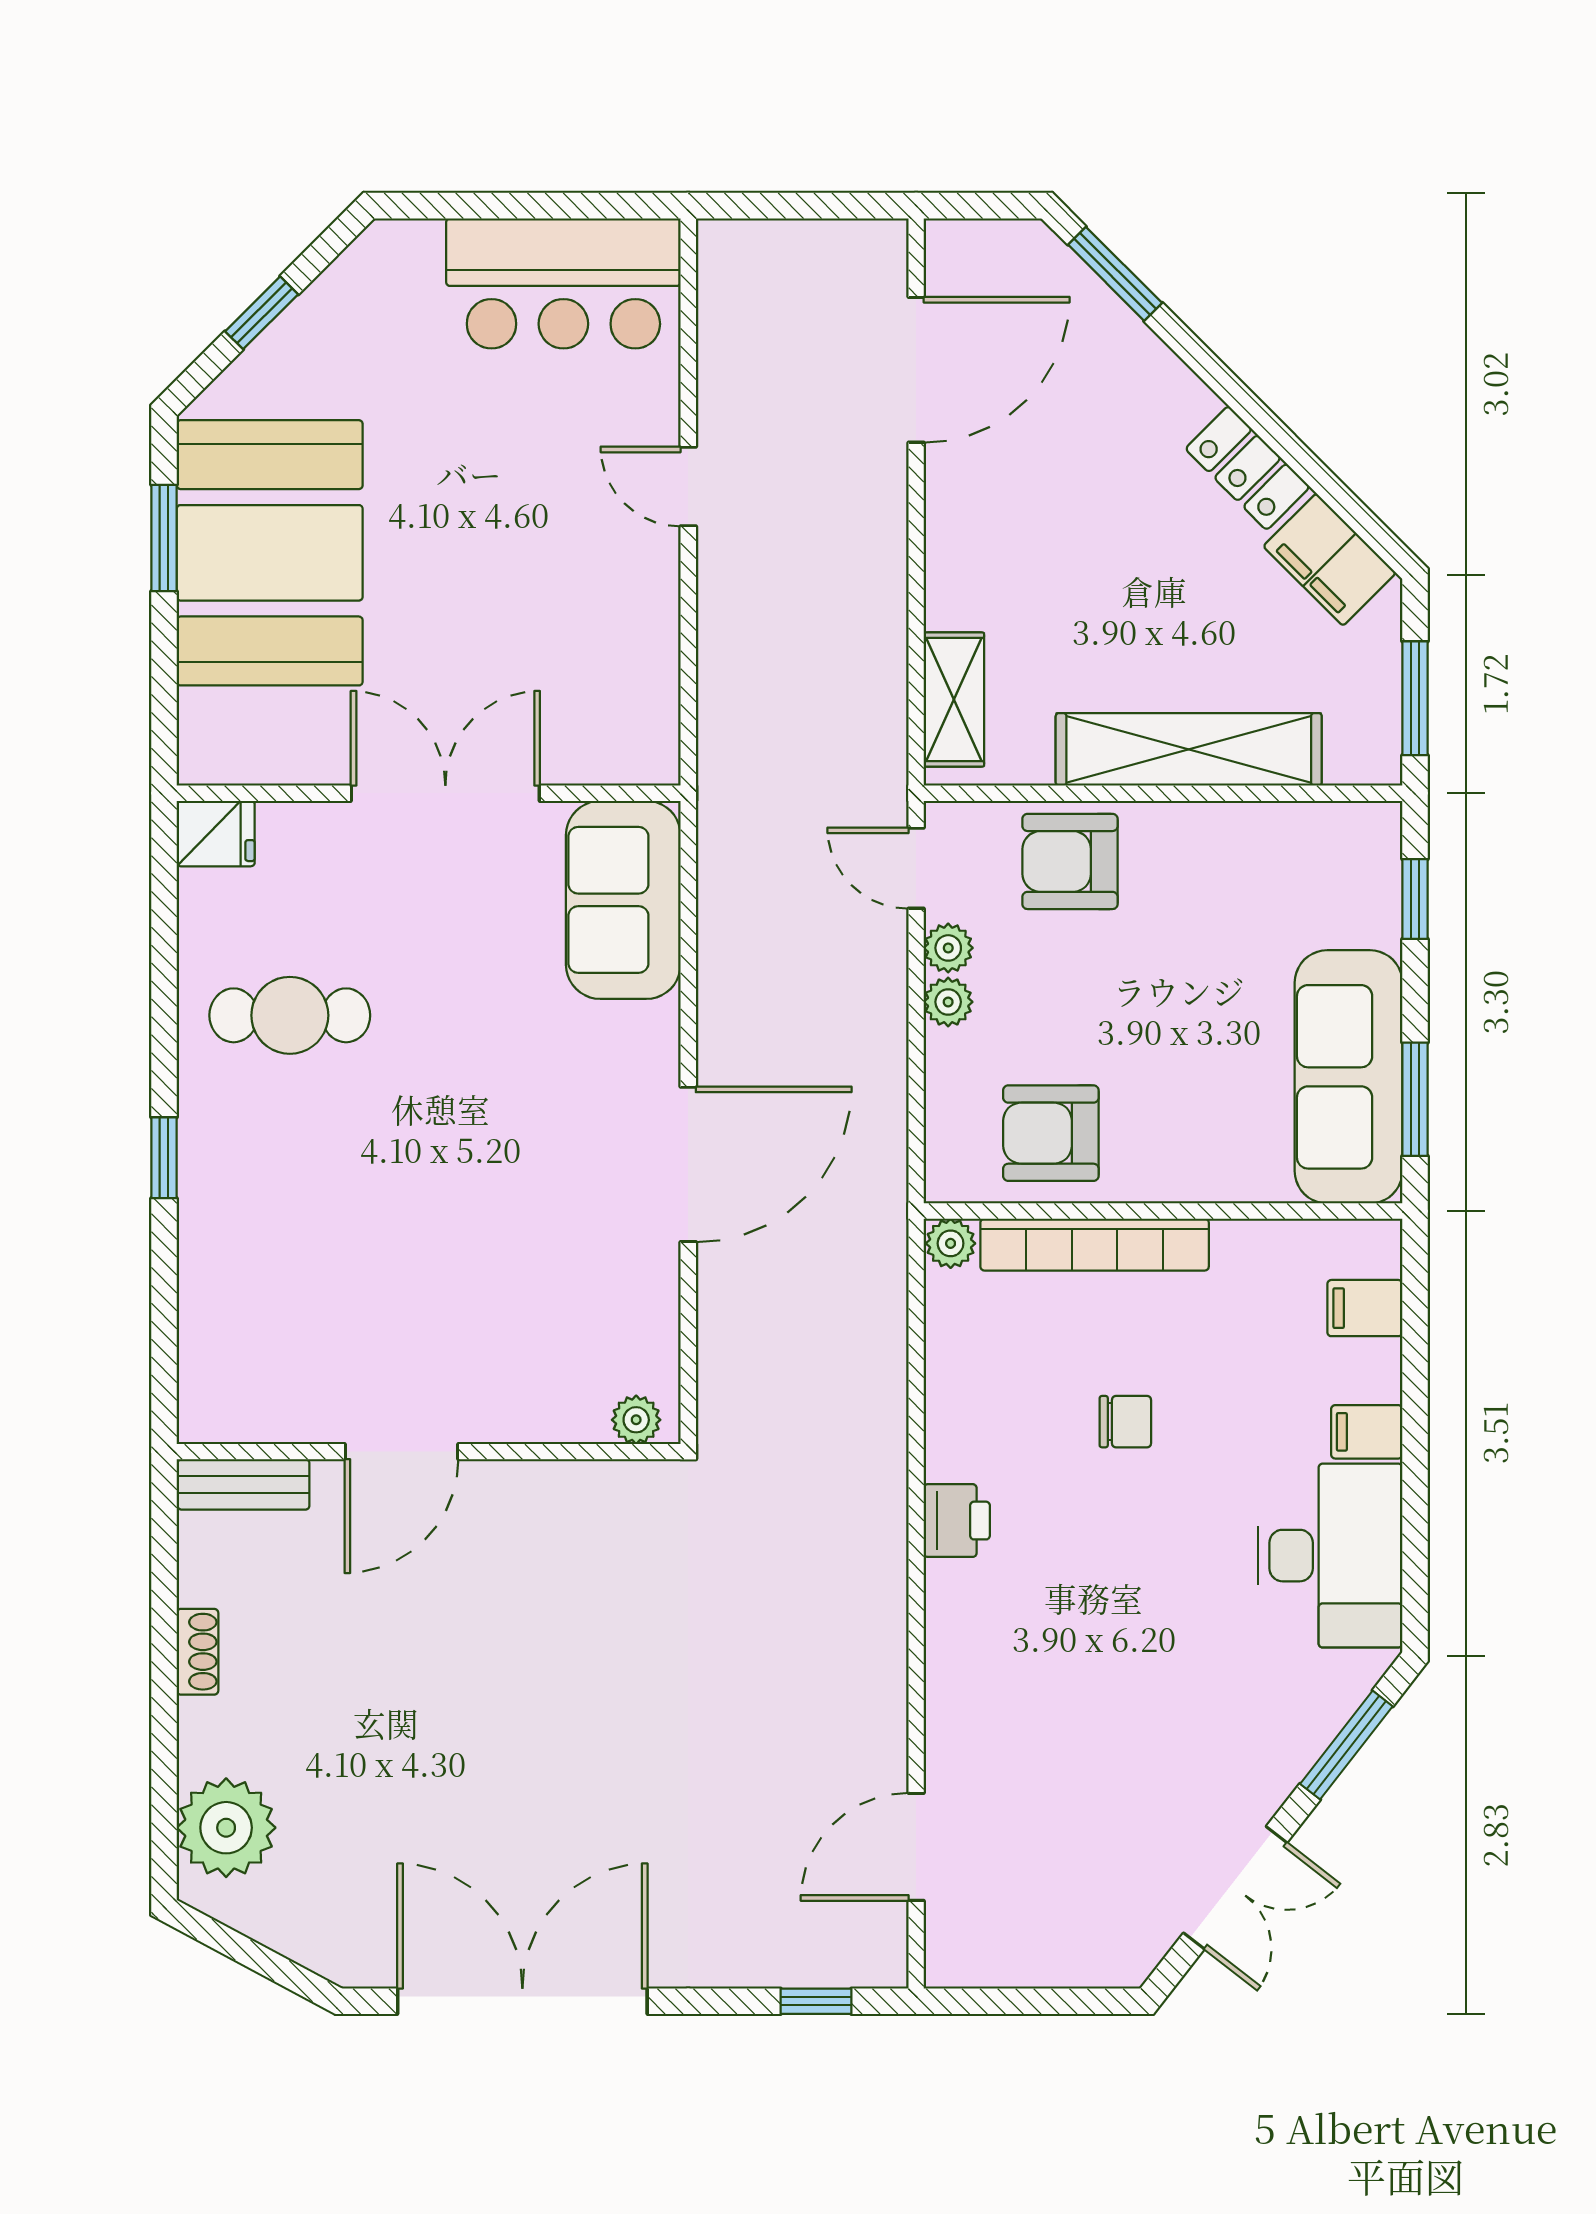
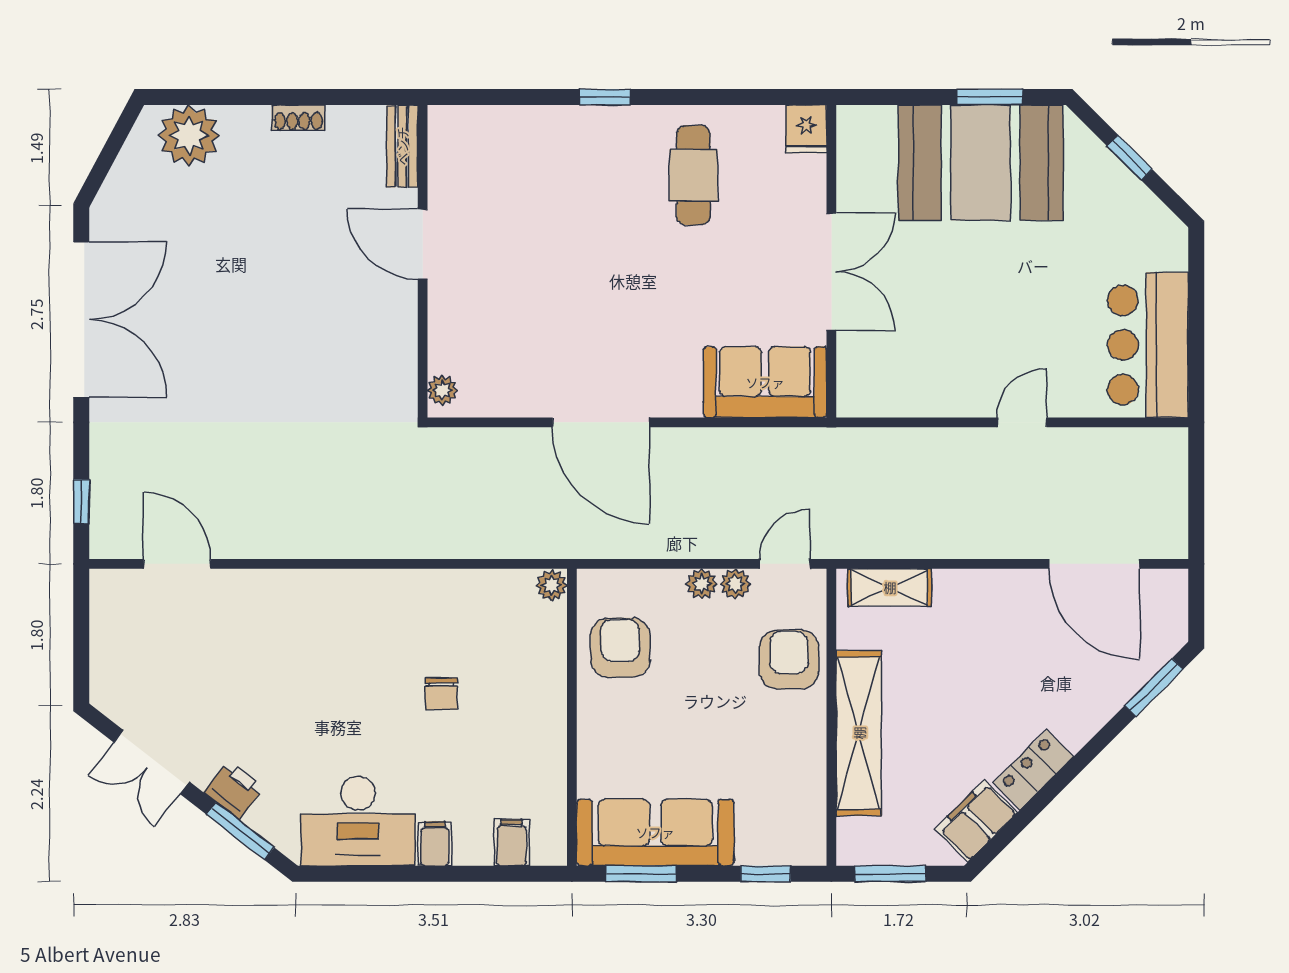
bookcase: (1095, 1245) -> (551, 675), removed
printer: (957, 1521) -> (234, 790), moved, turned -142

